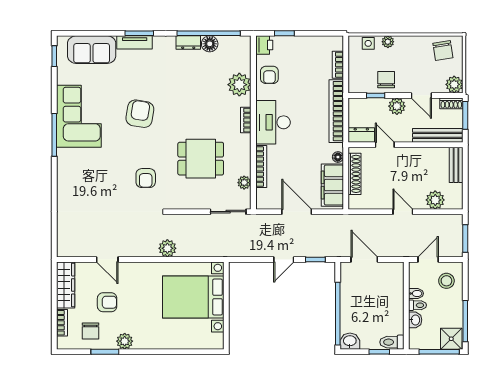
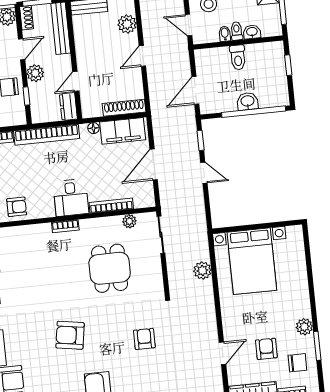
plant: (239, 85) -> (30, 237), removed
desk: (273, 122) -> (71, 198), width x0.73
shoe rack: (354, 174) -> (124, 108), moved
armchair: (146, 178) -> (144, 339), moved, turned -90
plant: (167, 248) -> (202, 270), moved
washbasin: (350, 341) -> (247, 101), moved, turned 90
toilet: (392, 342) -> (238, 57), moved

